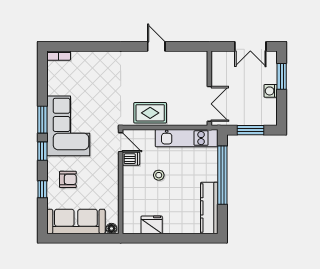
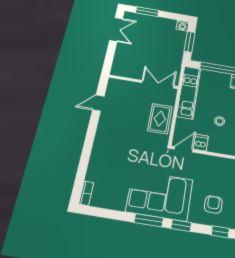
wall: (209, 88) -> (143, 82), moved
washing machine: (271, 91) -> (183, 26), moved
double door: (209, 104) -> (158, 84), moved

